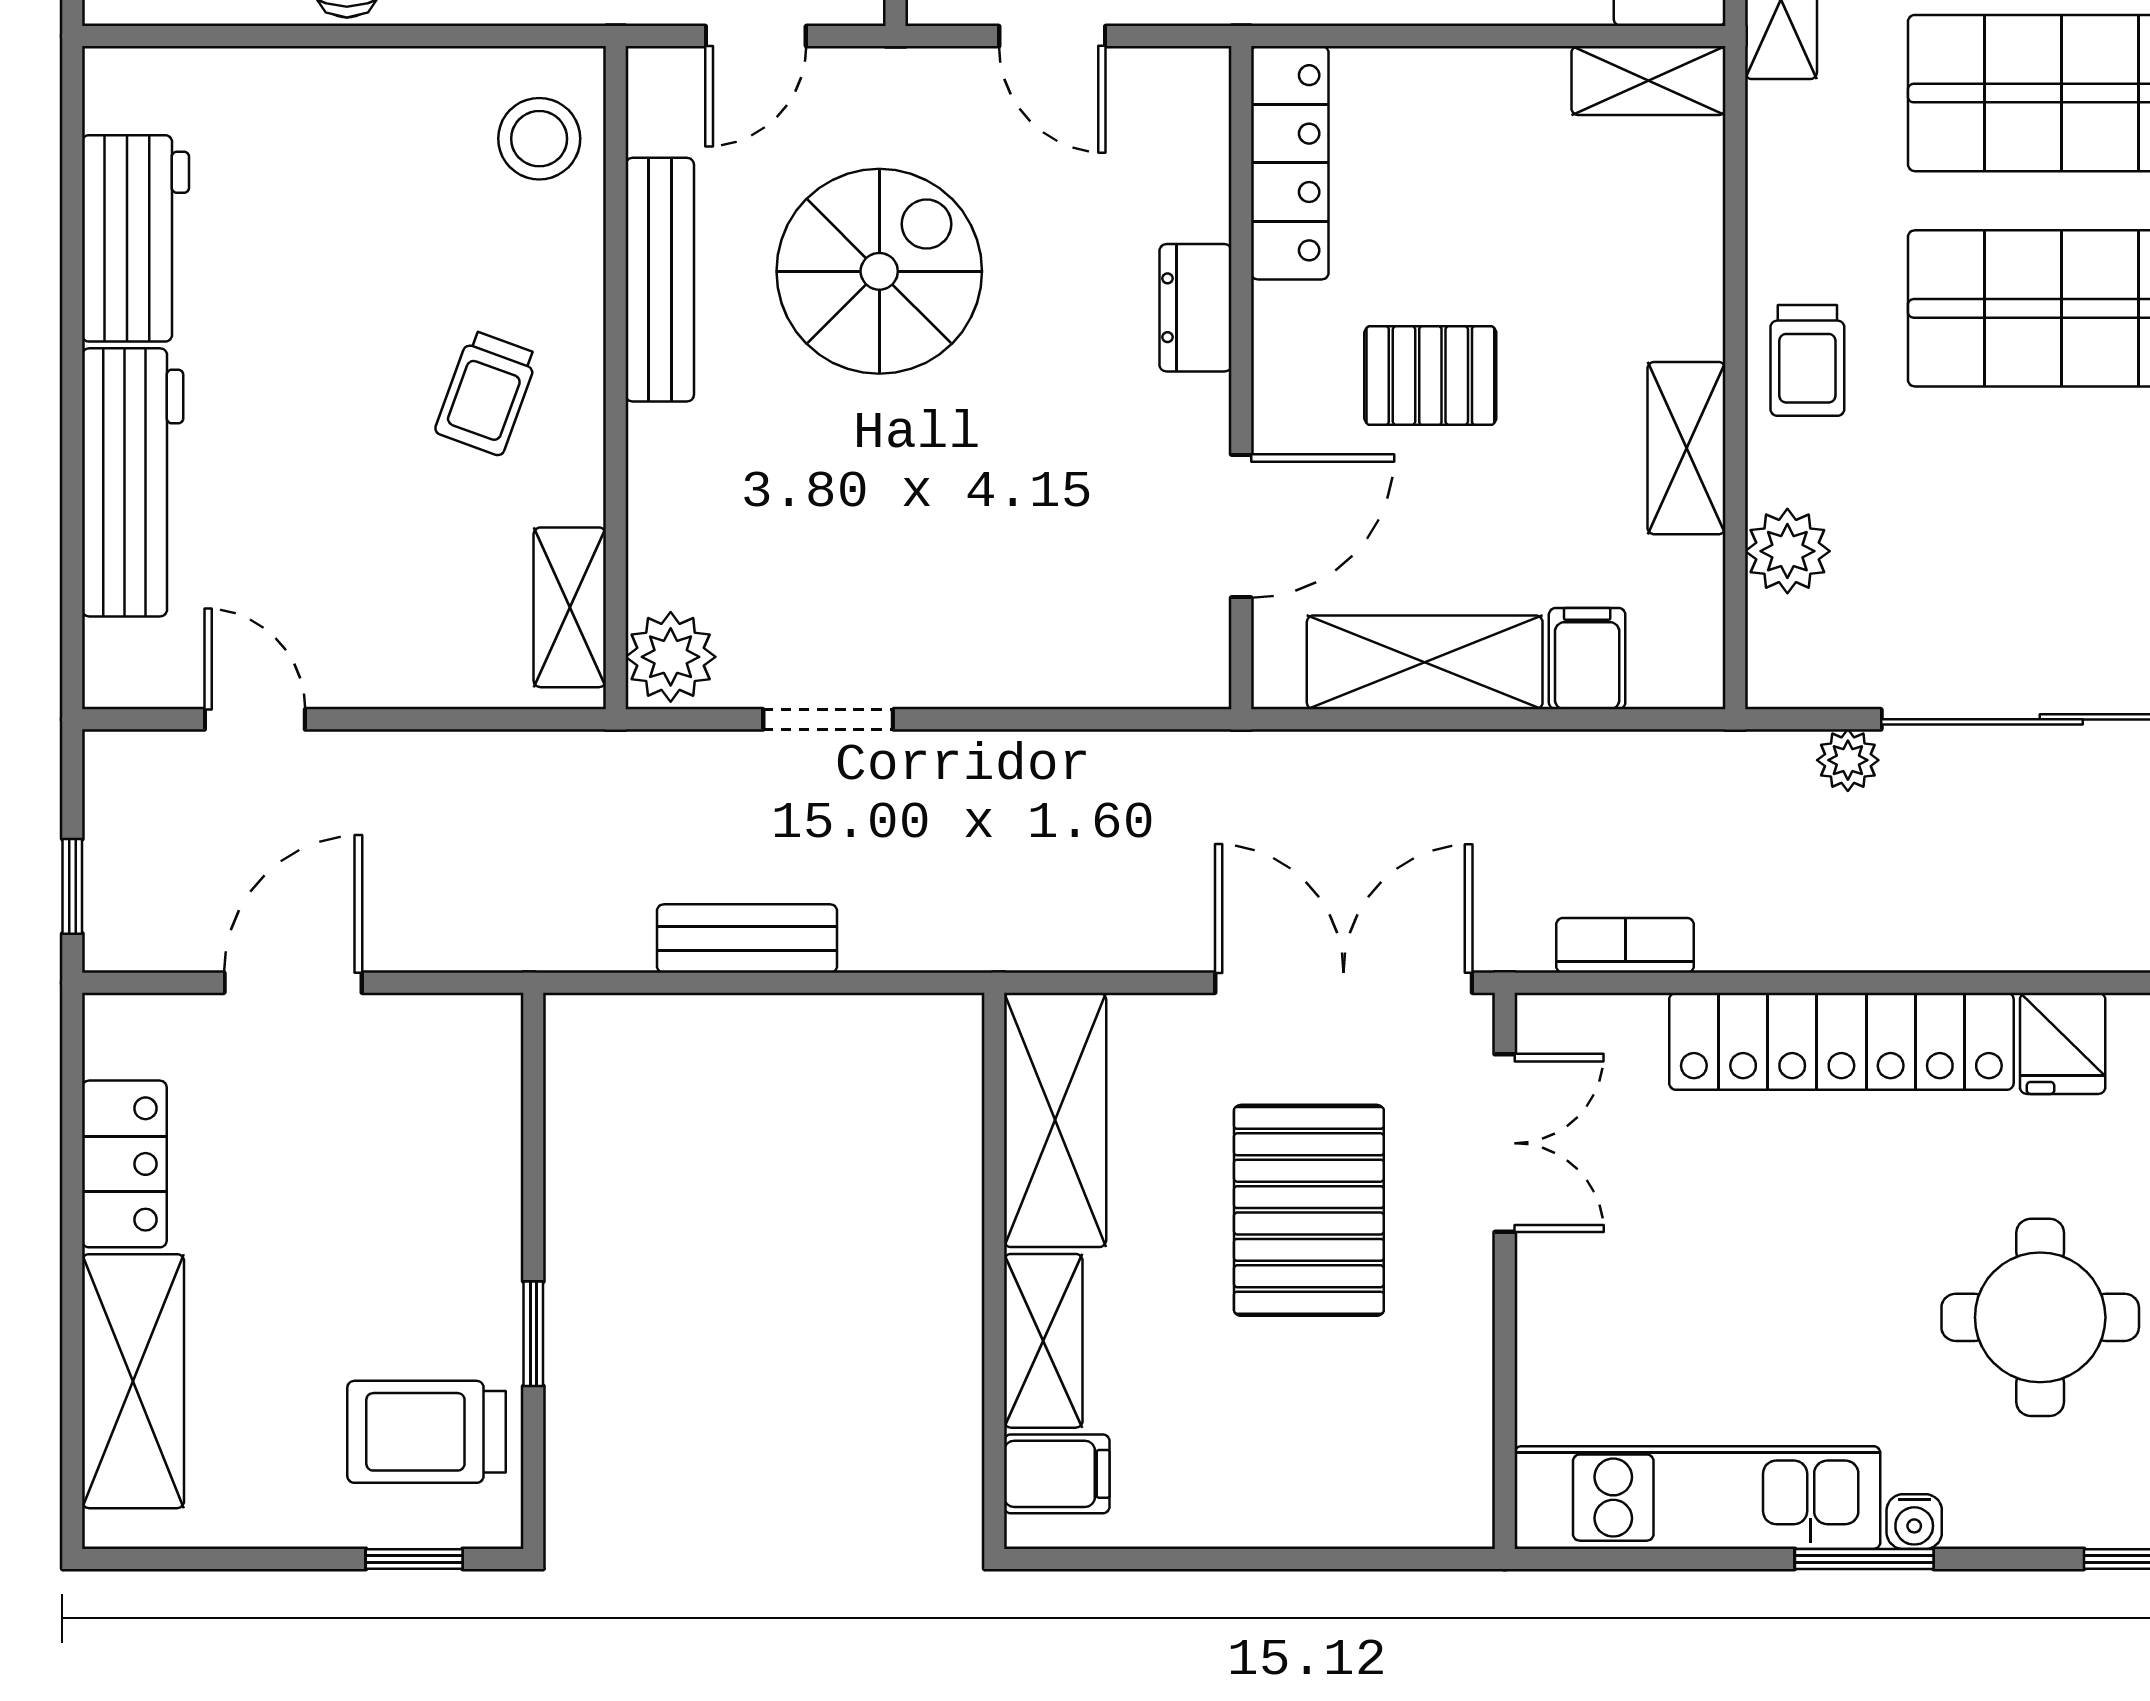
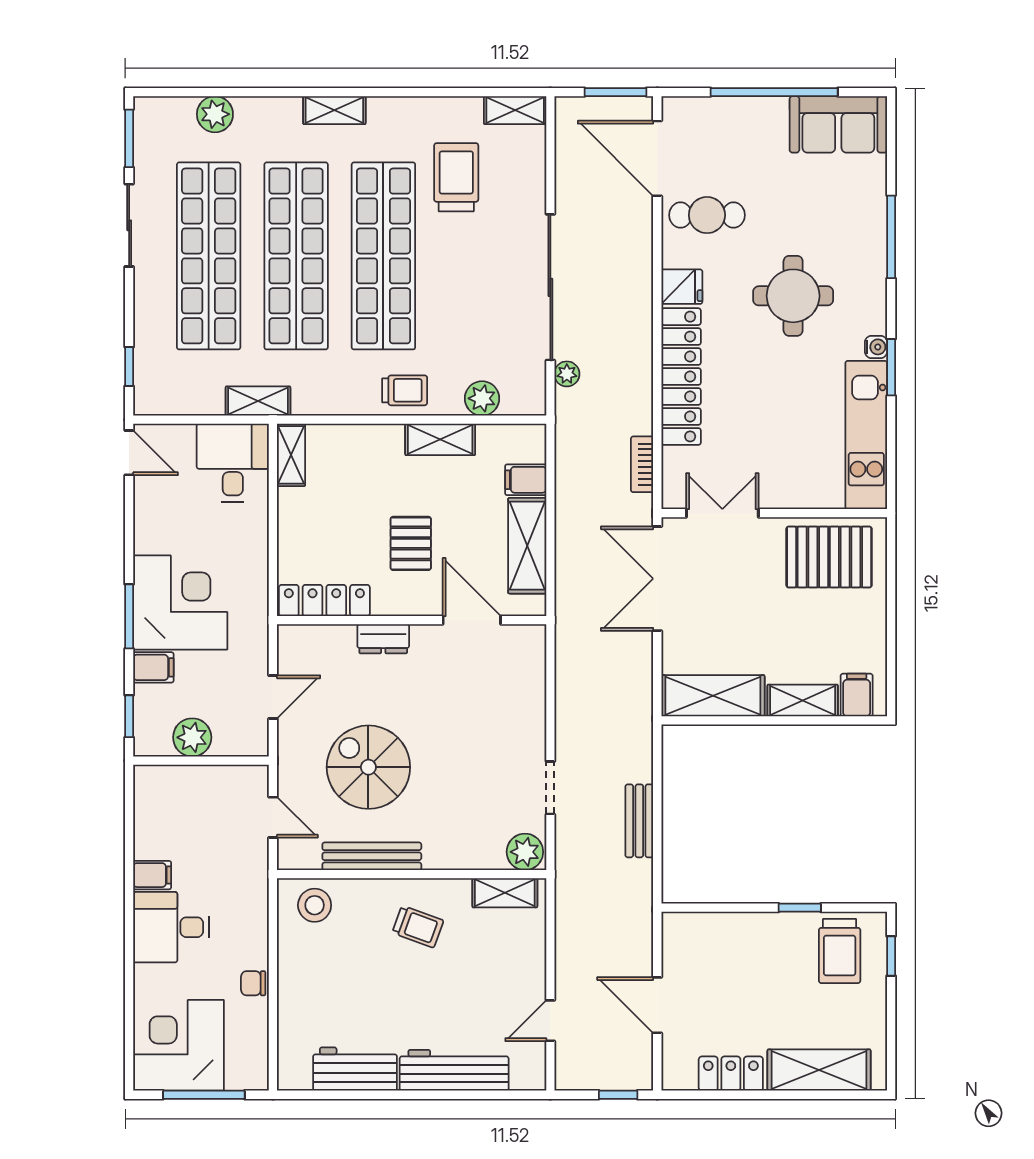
pallet: (1309, 1210) -> (829, 557), moved

